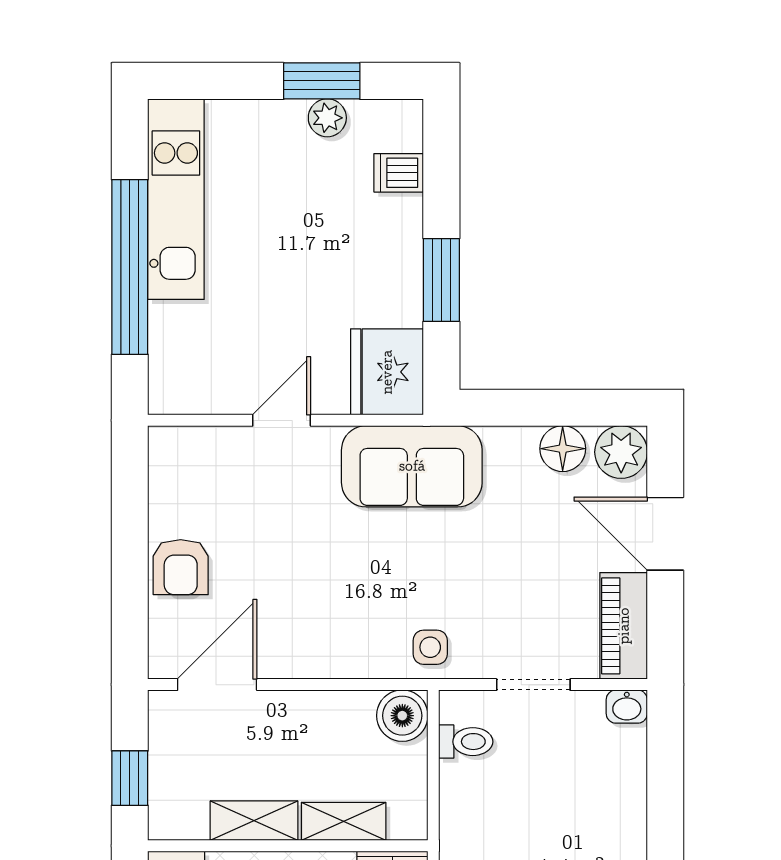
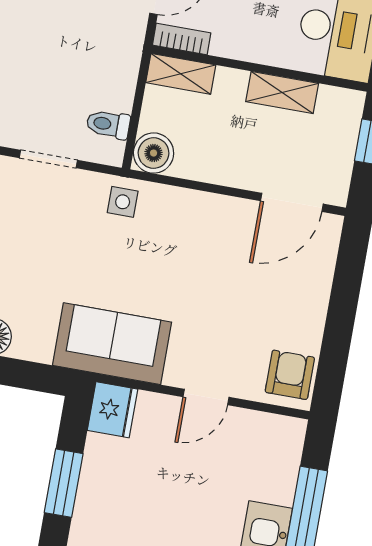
fridge: (387, 372) -> (113, 410), width x0.73, depth x0.75
armchair: (181, 567) -> (290, 375), moved
shelving: (344, 821) -> (181, 74), moved

